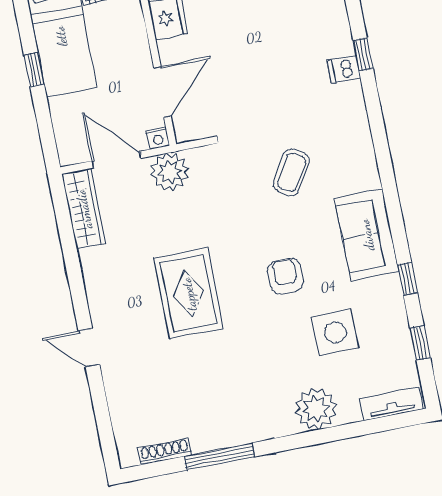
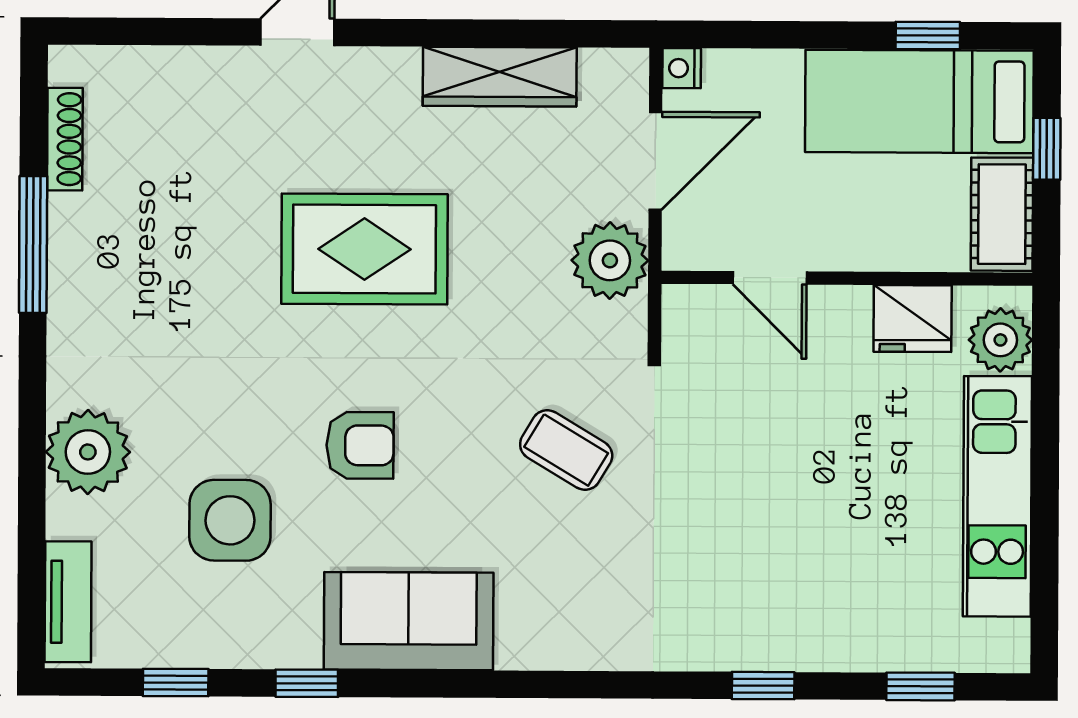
dishwasher: (344, 69) -> (742, 642), removed
window: (34, 70) -> (928, 35), moved
door: (162, 92) -> (770, 278), width x0.73
nightstand: (158, 138) -> (682, 68), moved
coffee table: (291, 172) -> (566, 450), moved
wardrobe: (84, 209) -> (500, 77), moved

